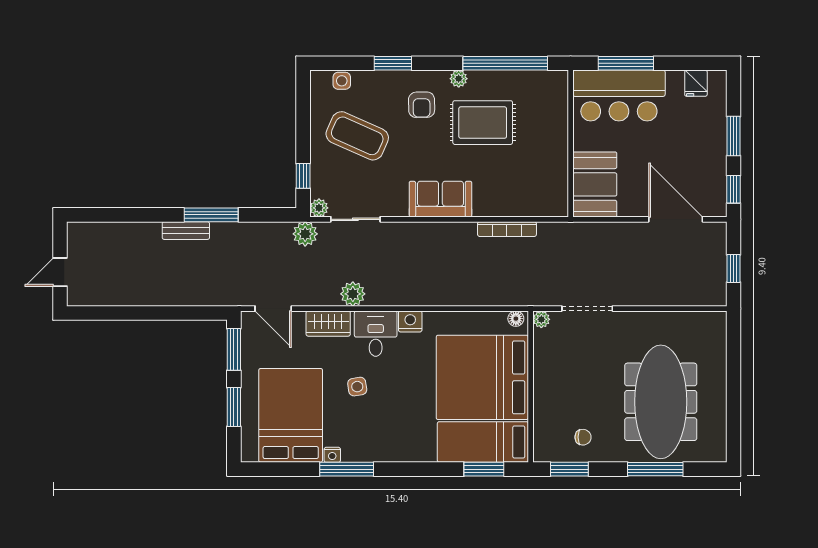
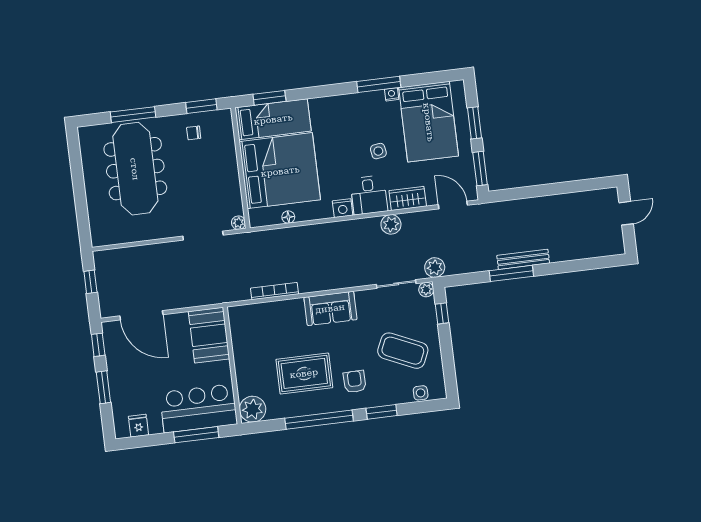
window: (505, 63) -> (319, 420), moved
plant: (459, 79) -> (253, 409), moved, width x1.87, depth x1.87
bench: (186, 231) -> (523, 259), width x1.36
floor lamp: (516, 319) -> (288, 217), moved

